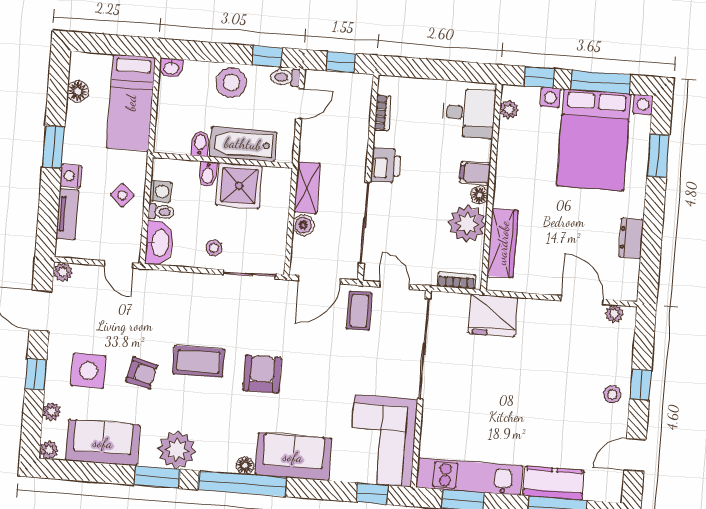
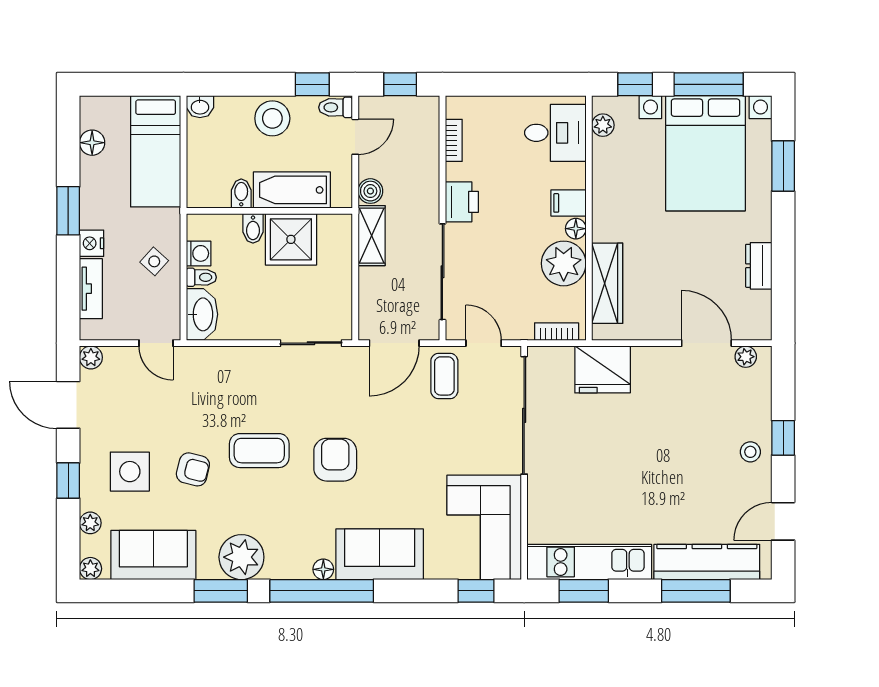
boiler: (303, 225) -> (370, 191), moved
stool: (214, 248) -> (267, 315), removed
kitchen counter: (554, 483) -> (707, 562), width x1.50

